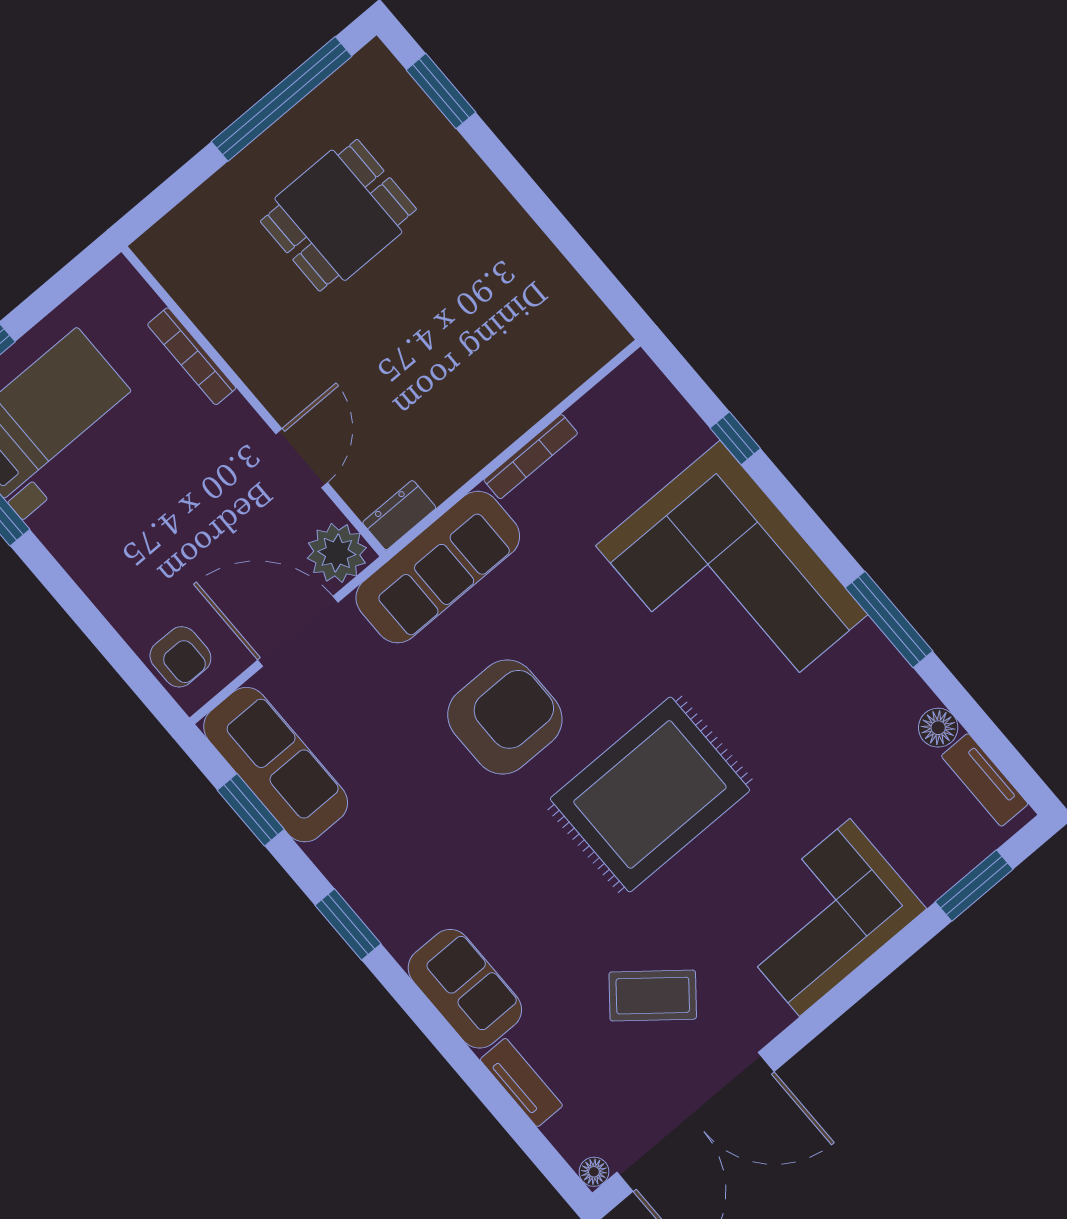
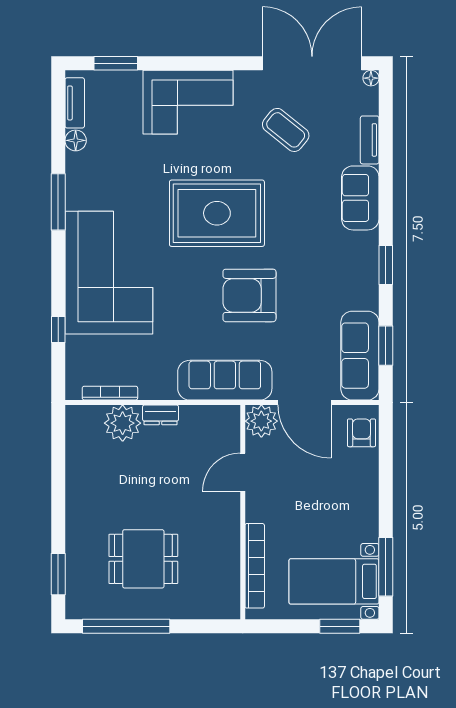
bookcase: (192, 356) -> (255, 566), width x1.48, depth x1.31
plant: (531, 383) -> (123, 423), added
bookcase: (531, 457) -> (110, 393), moved
dresser: (399, 515) -> (161, 415), moved

